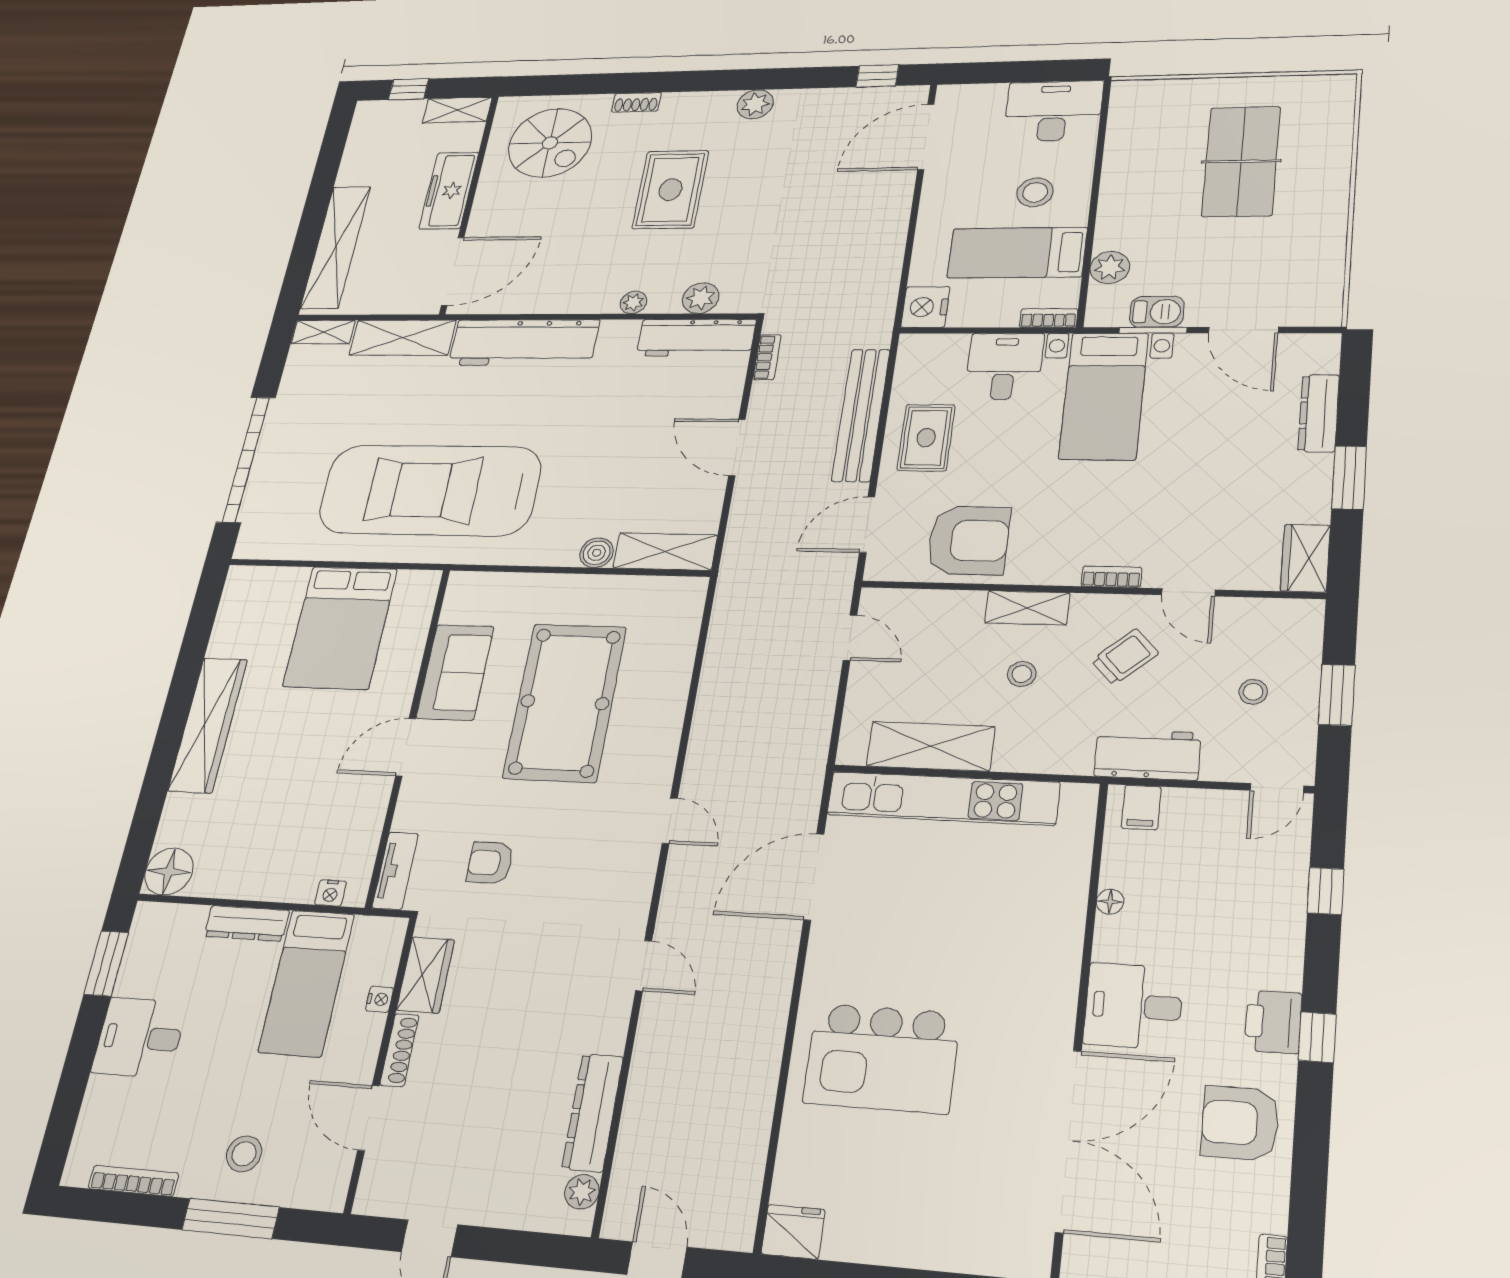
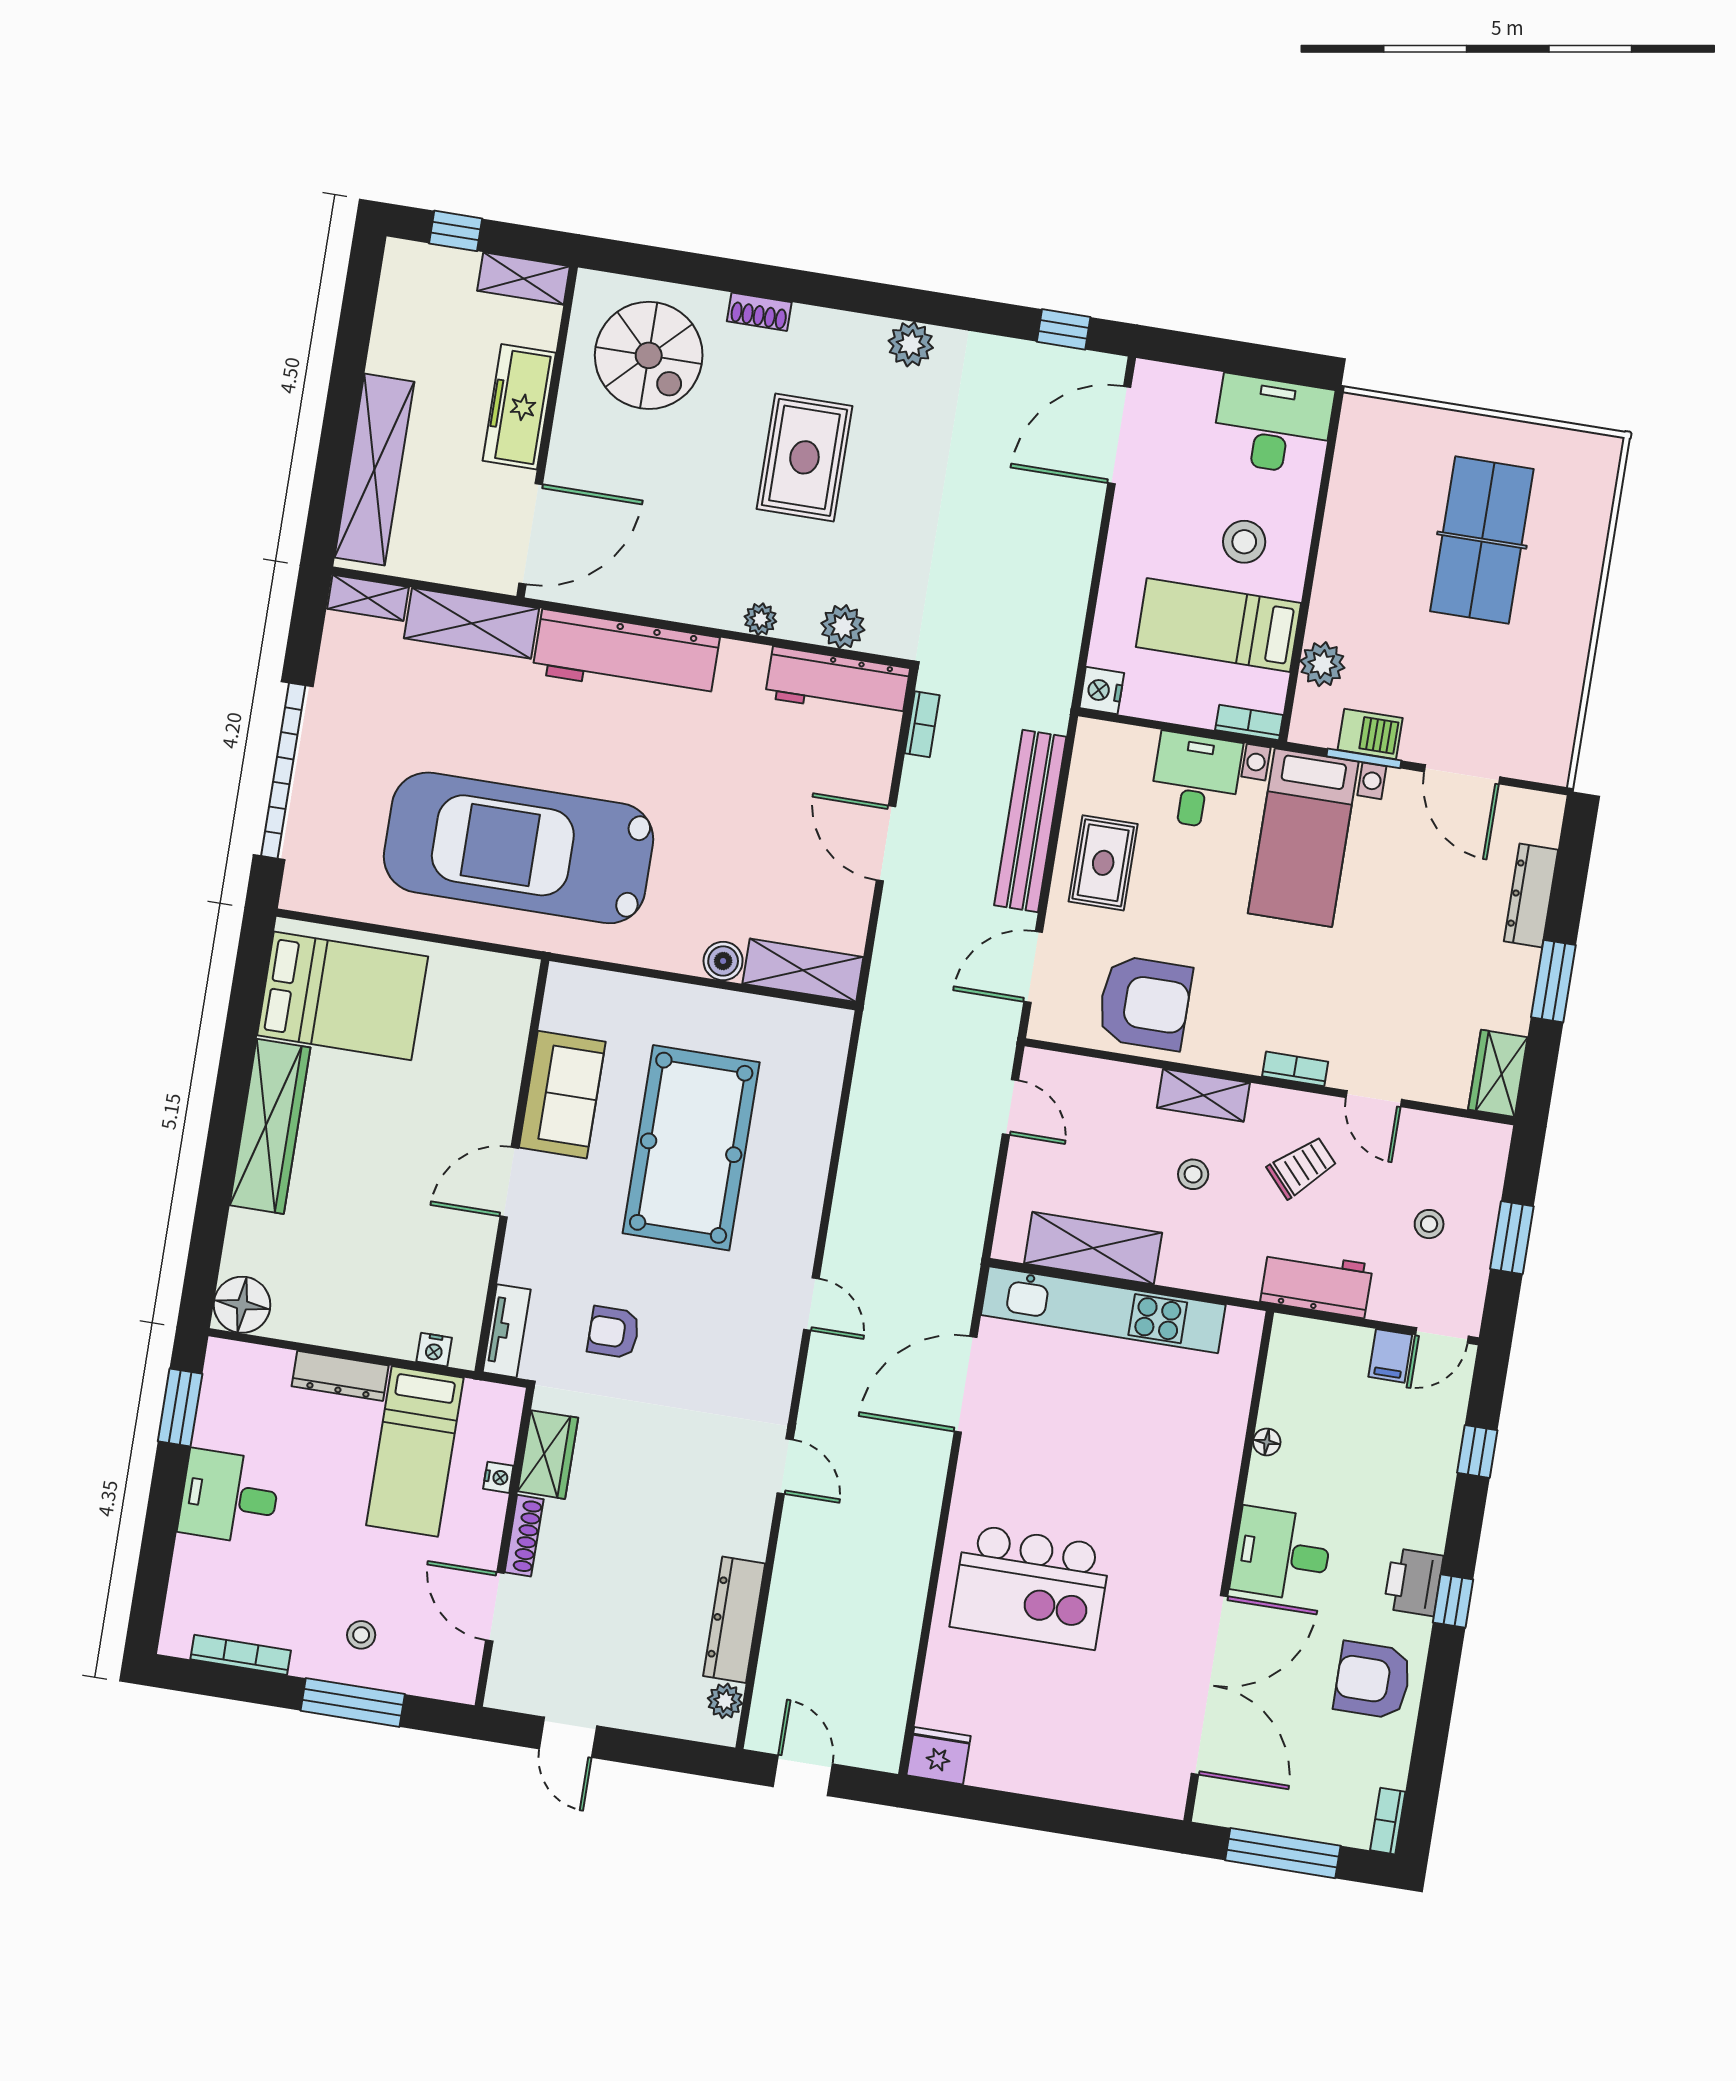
nightstand: (925, 307) -> (1102, 690), width x0.74, depth x0.75
bed: (340, 628) -> (343, 996), moved, turned -90
filing cabinet: (1141, 807) -> (1390, 1356), moved
stool: (244, 1154) -> (361, 1635), width x0.73, depth x0.73

